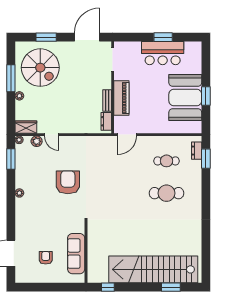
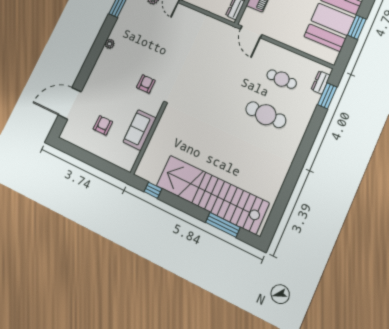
door: (127, 135) -> (251, 32), hinge flipped
armchair: (68, 182) -> (146, 84), moved, width x0.53, depth x0.53
sofa: (76, 254) -> (140, 130), width x0.73
window: (171, 287) -> (223, 225), width x1.44

